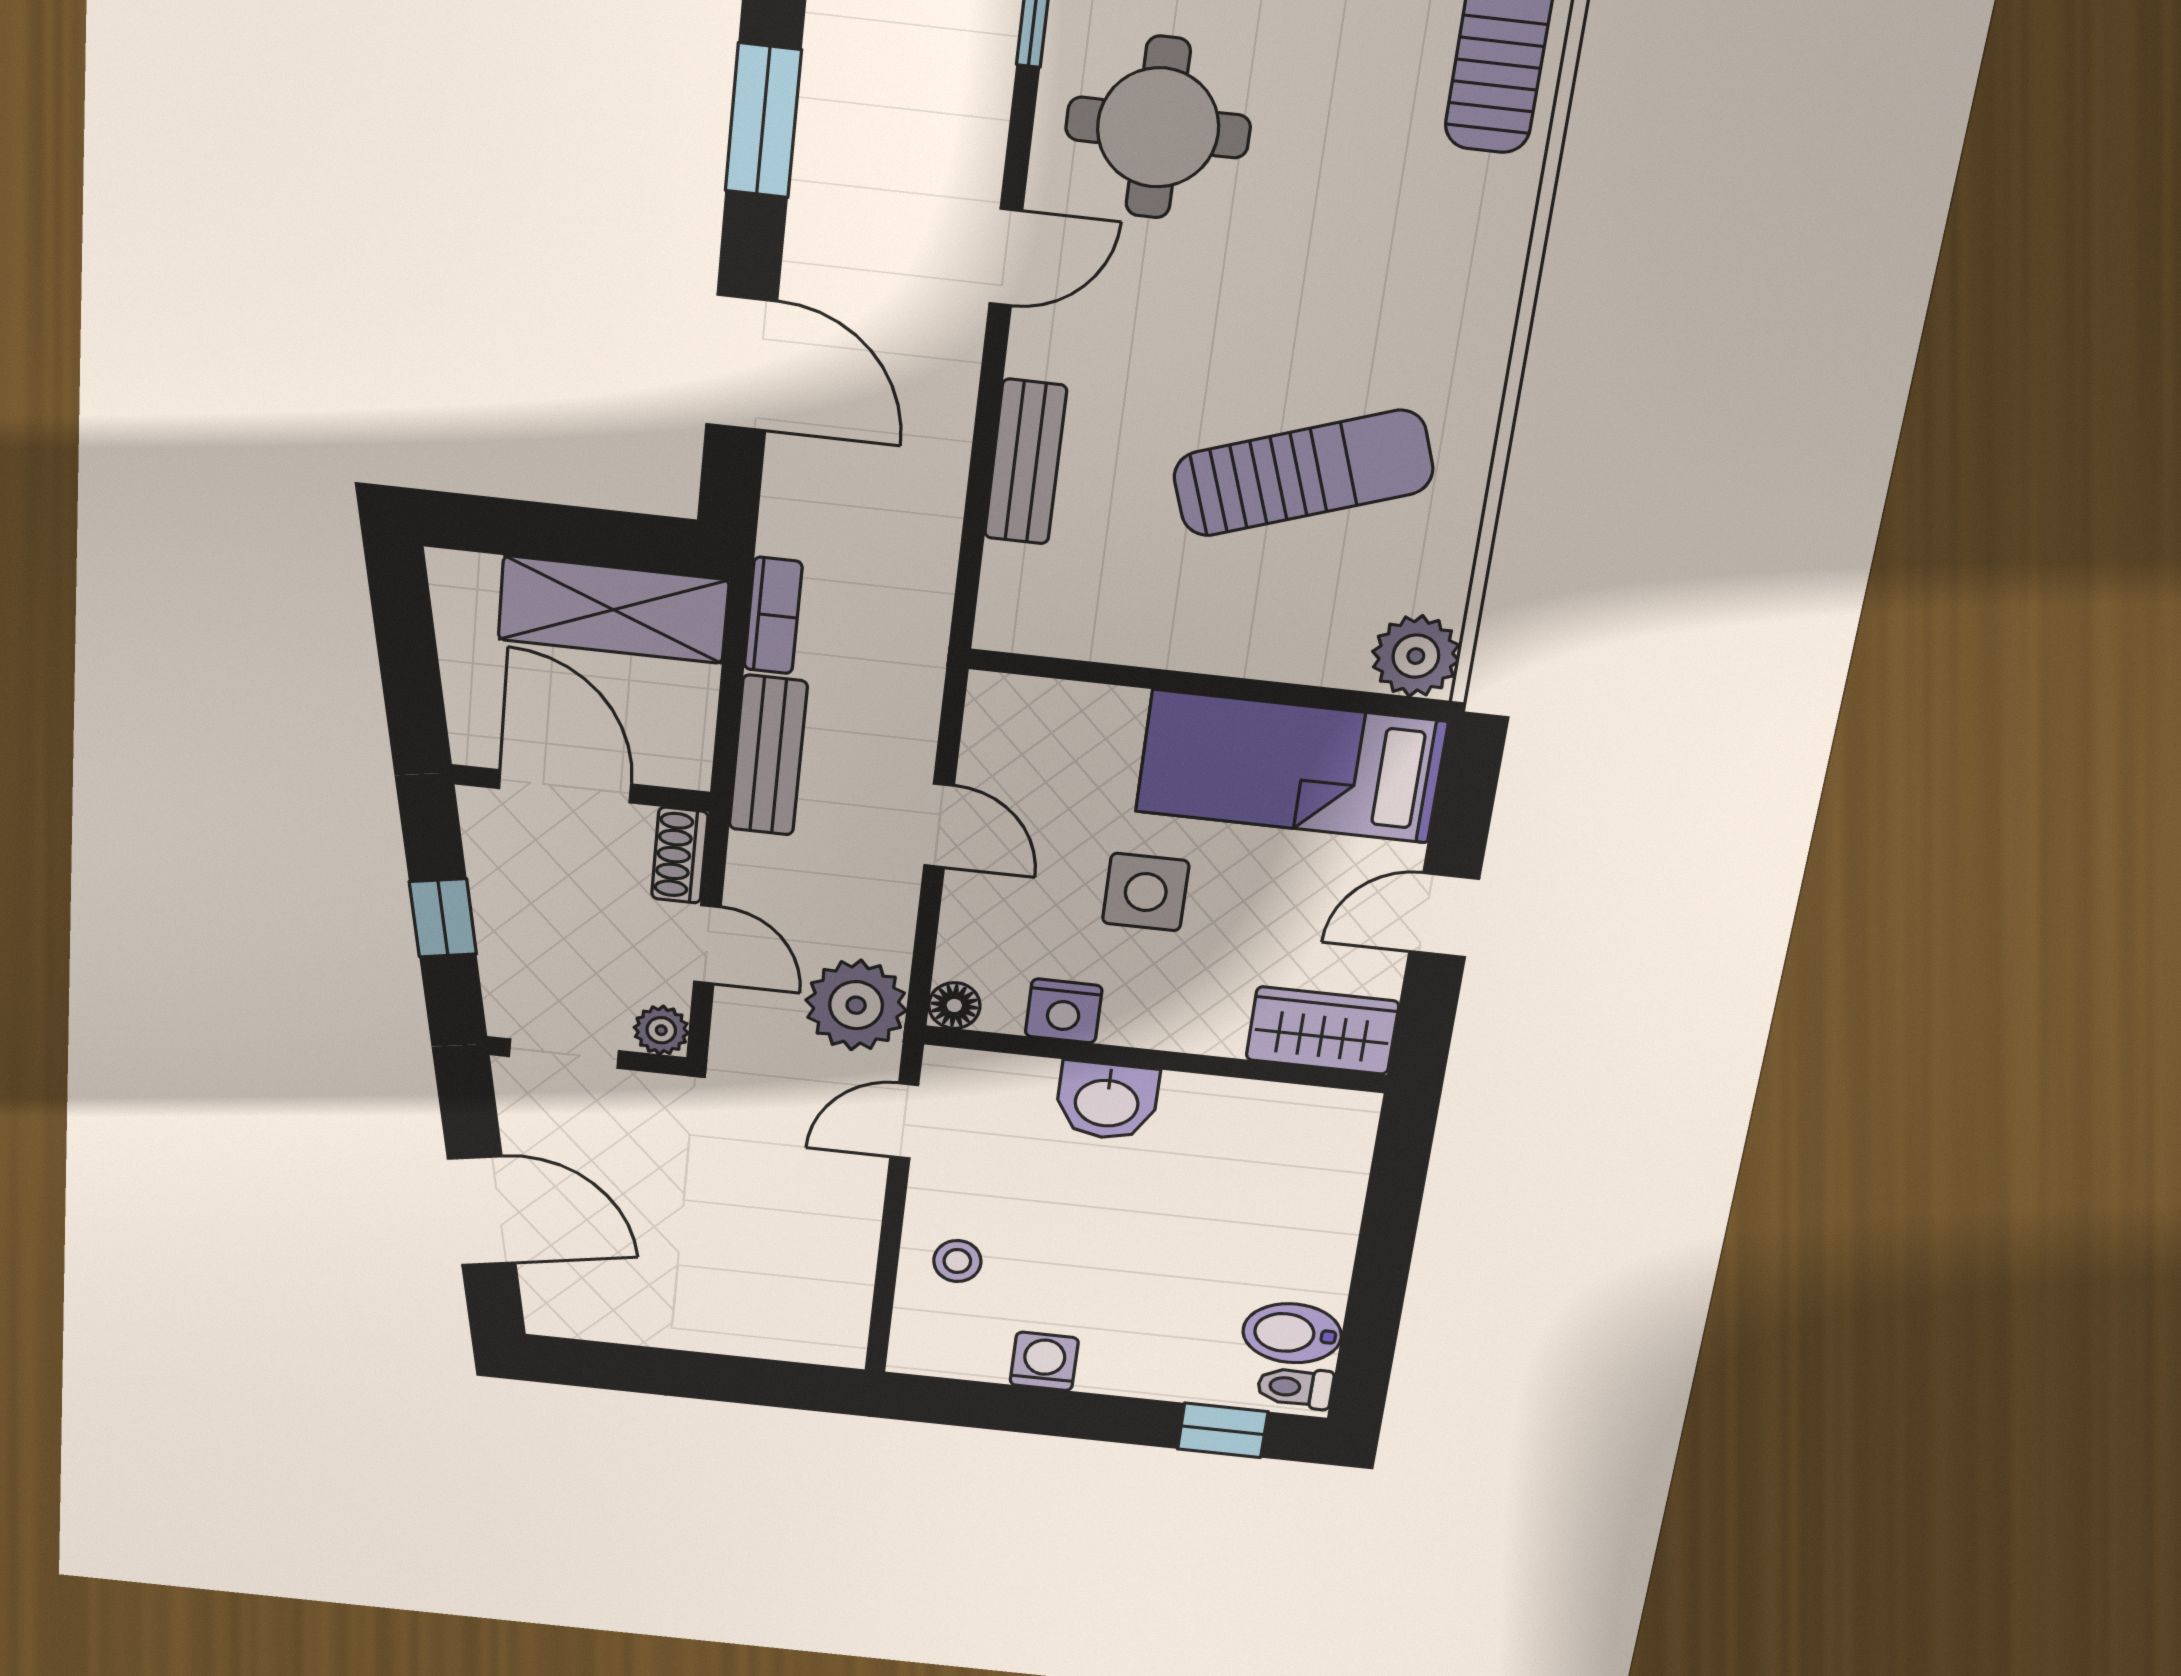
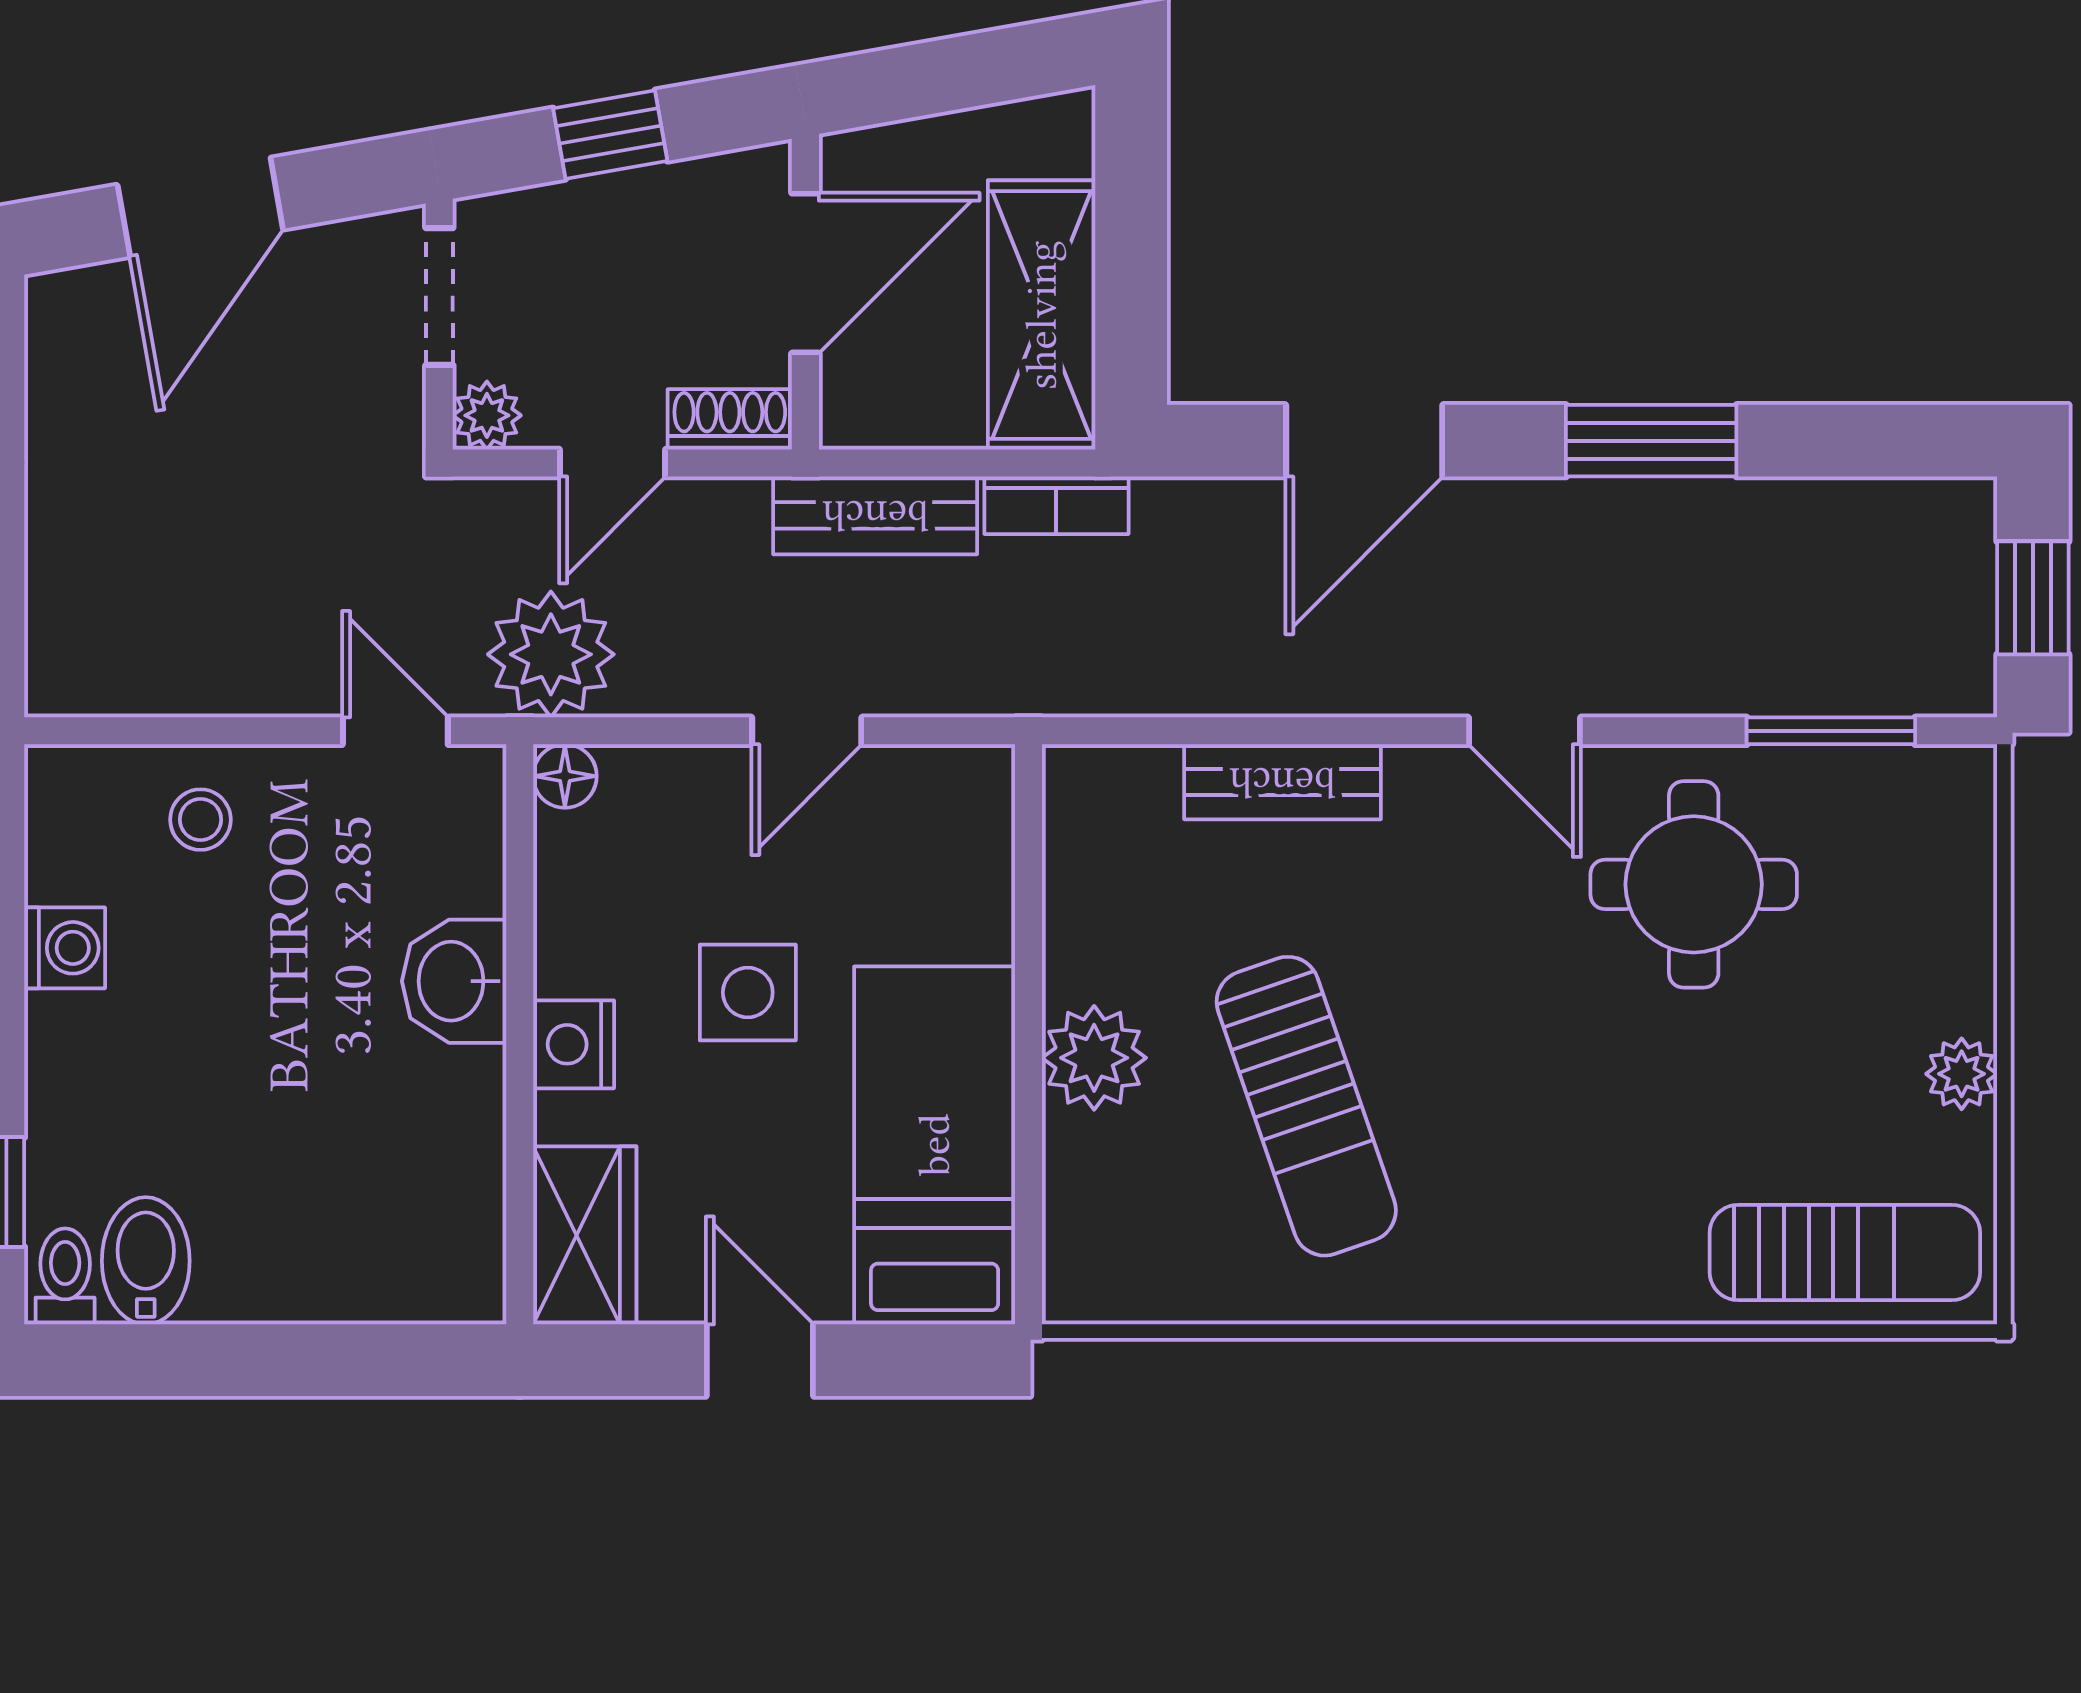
plant: (1416, 656) -> (1094, 1058), moved
nightstand: (1064, 1011) -> (574, 1044), moved

